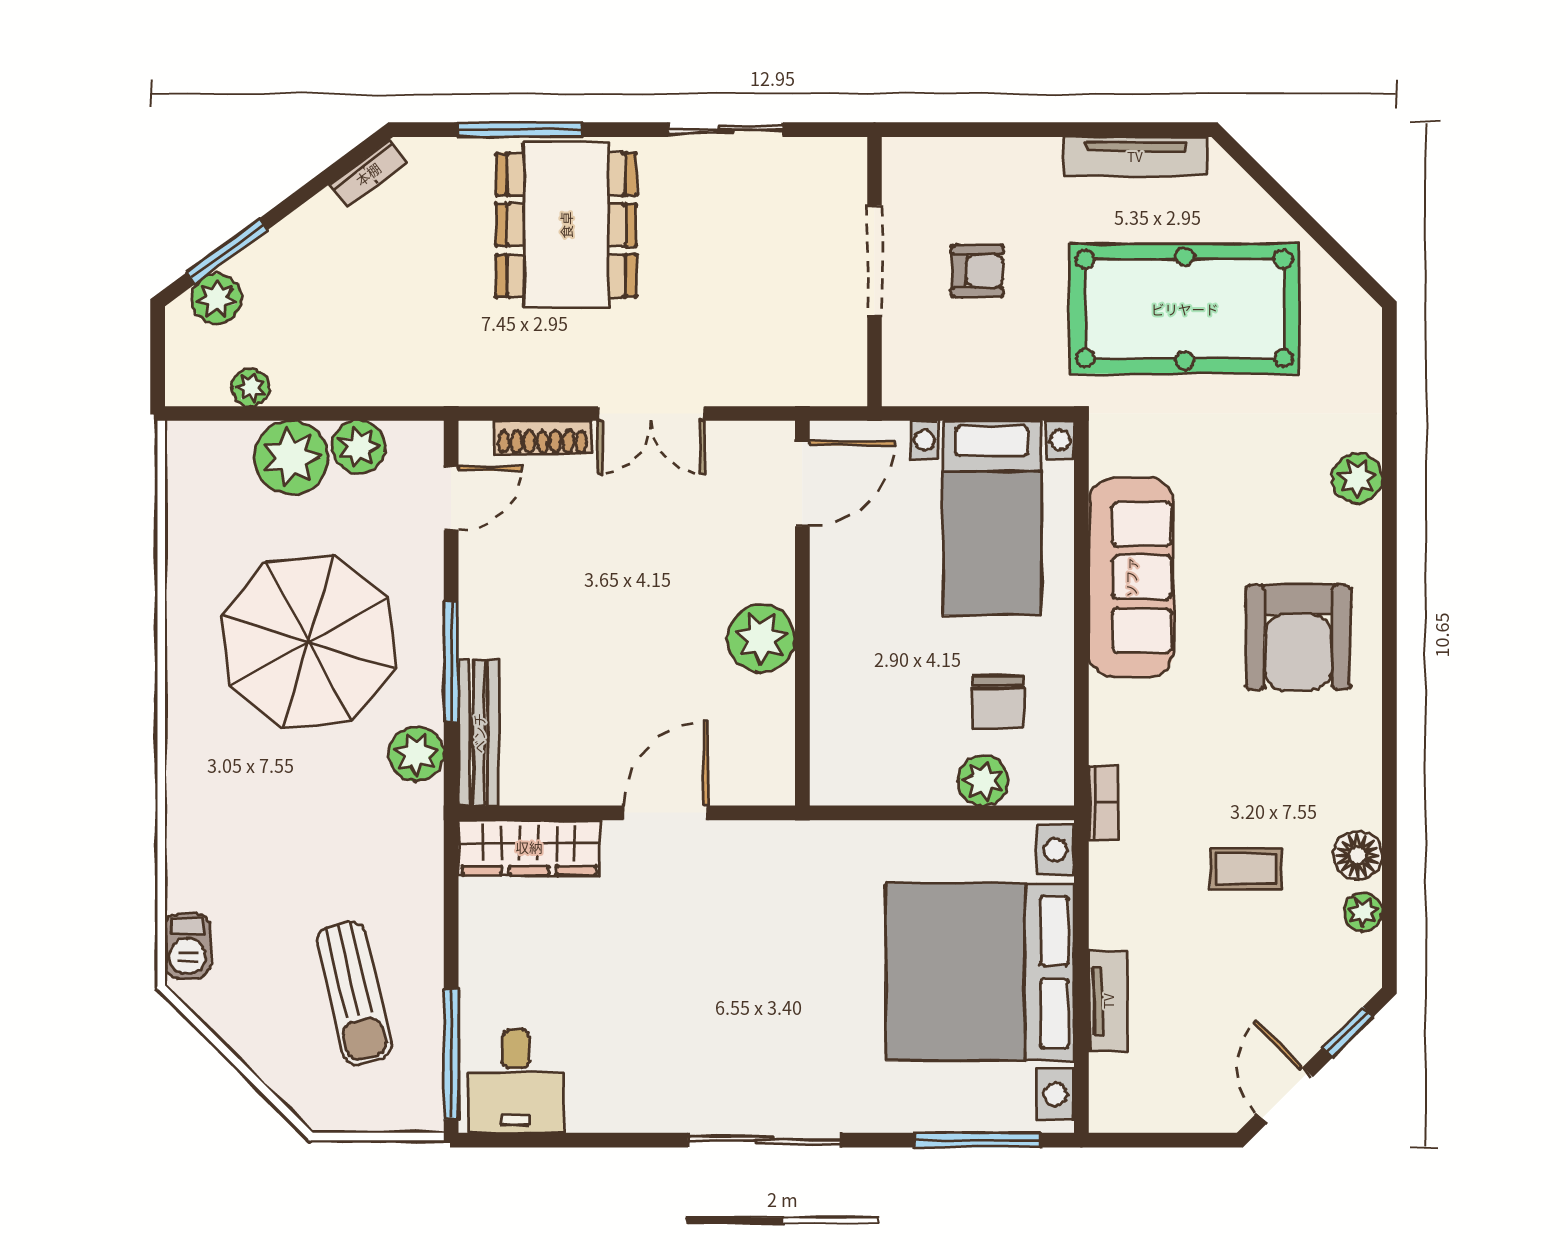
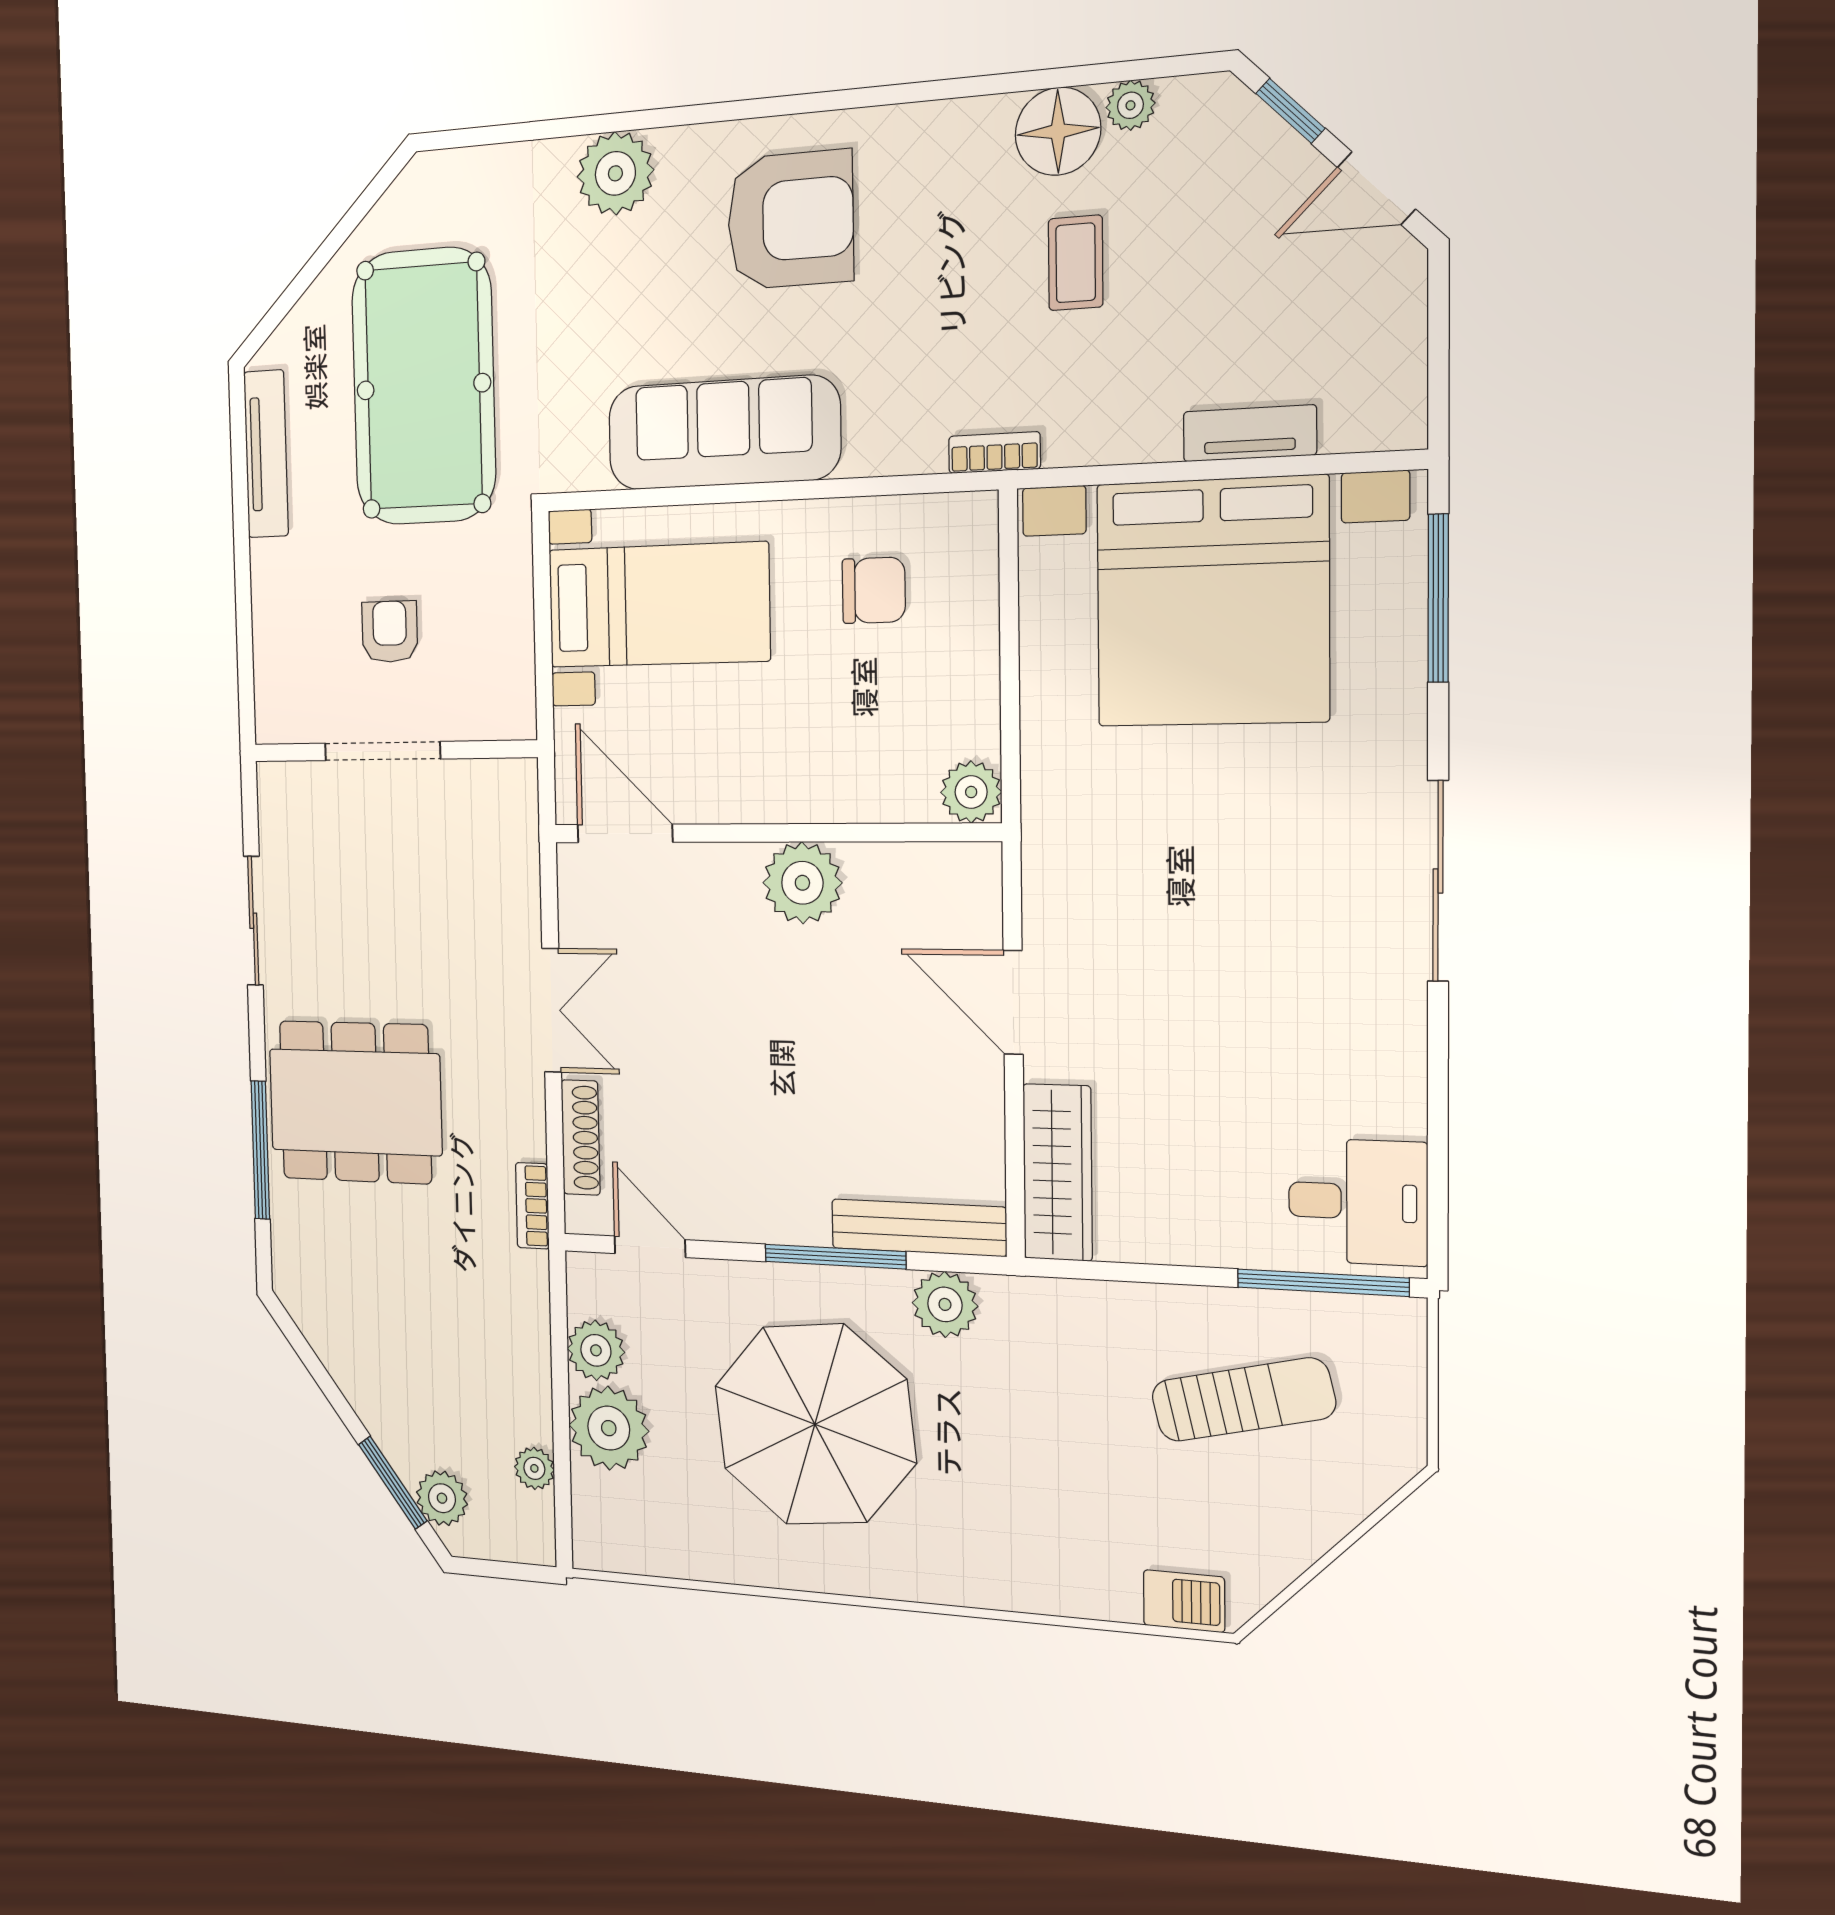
bookcase: (368, 174) -> (532, 1206), moved, turned -143
plant: (1357, 478) -> (615, 173), width x1.36, depth x1.36
plant: (983, 781) -> (971, 792), moved
floor lamp: (1358, 856) -> (1058, 131), width x1.38, depth x1.38

